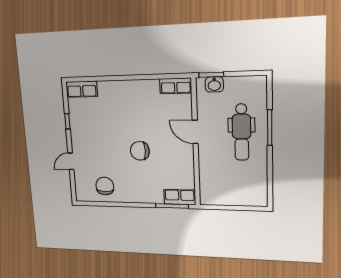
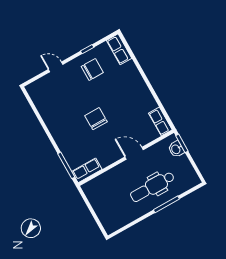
door: (195, 132) -> (134, 153), hinge flipped
chair: (105, 186) -> (92, 70), moved
row of seats: (180, 197) -> (87, 170), moved, turned -90

